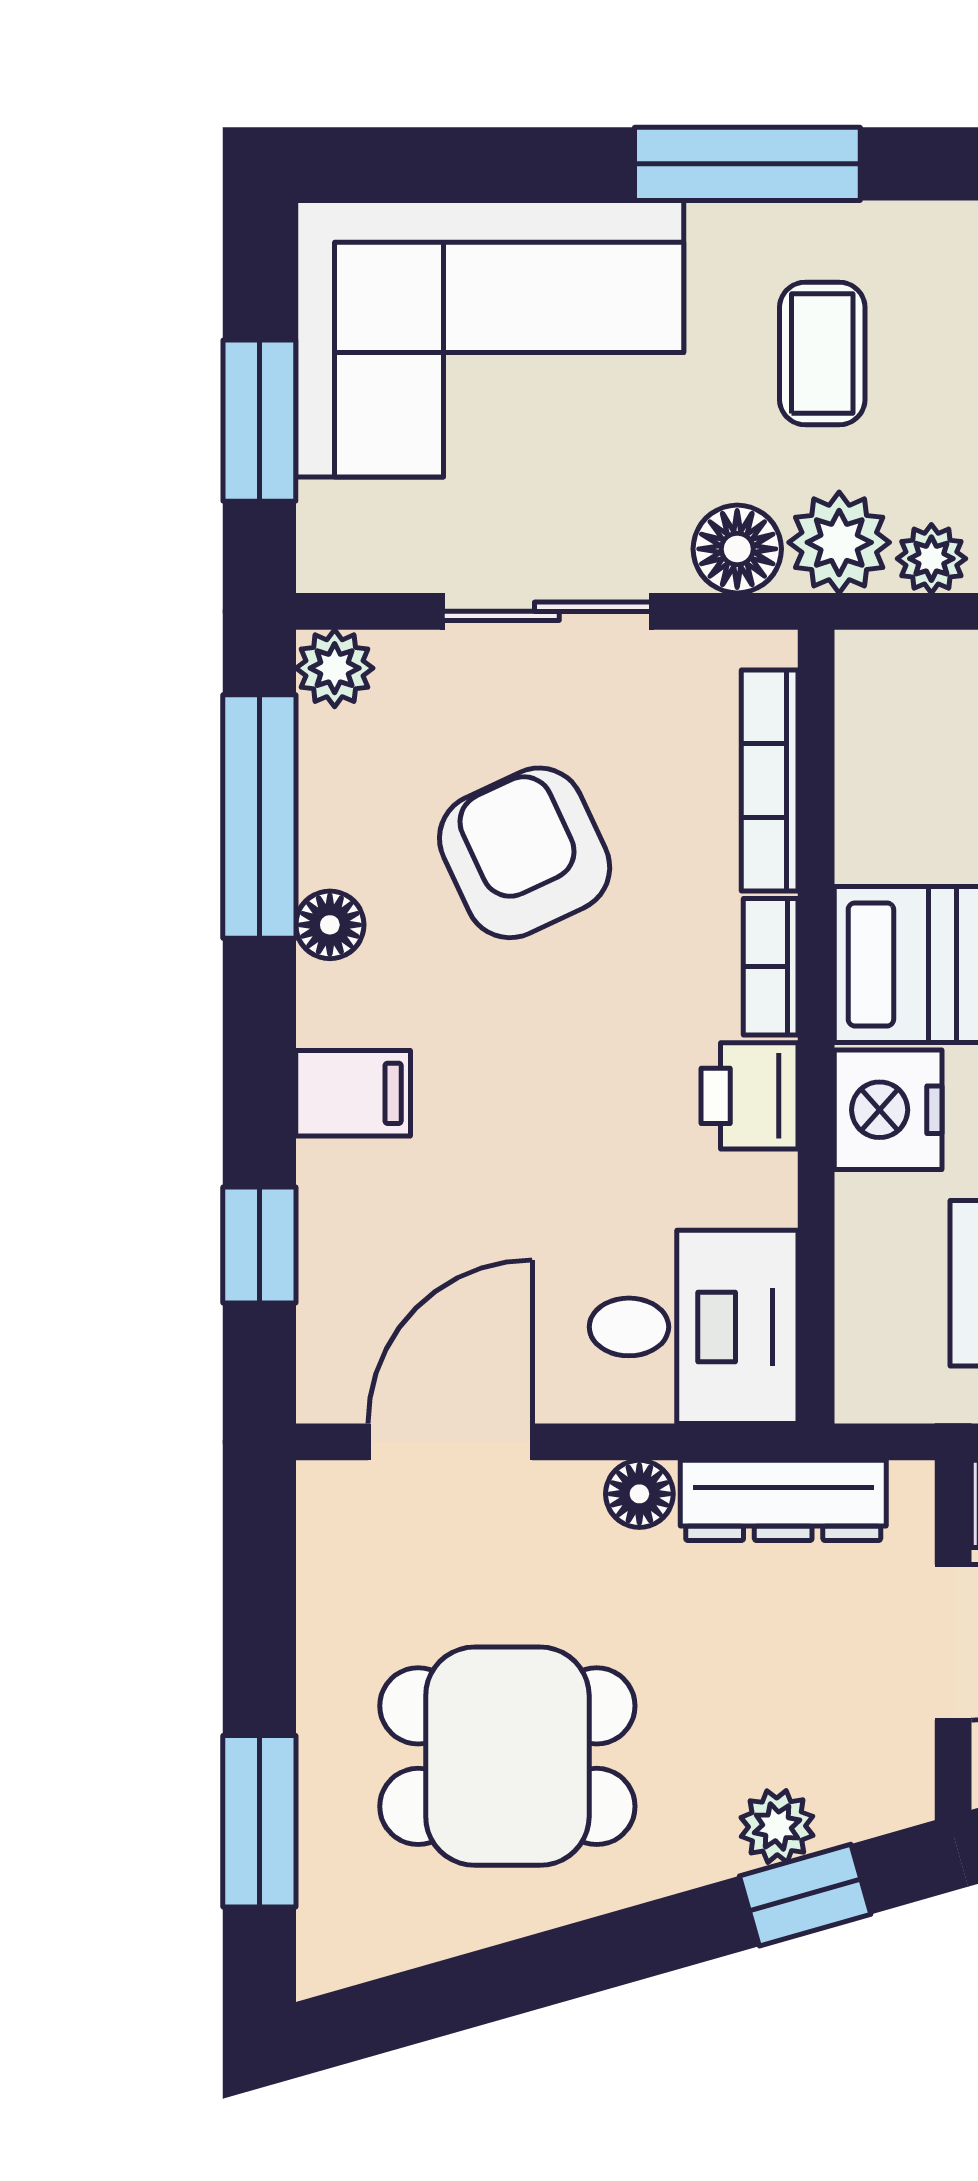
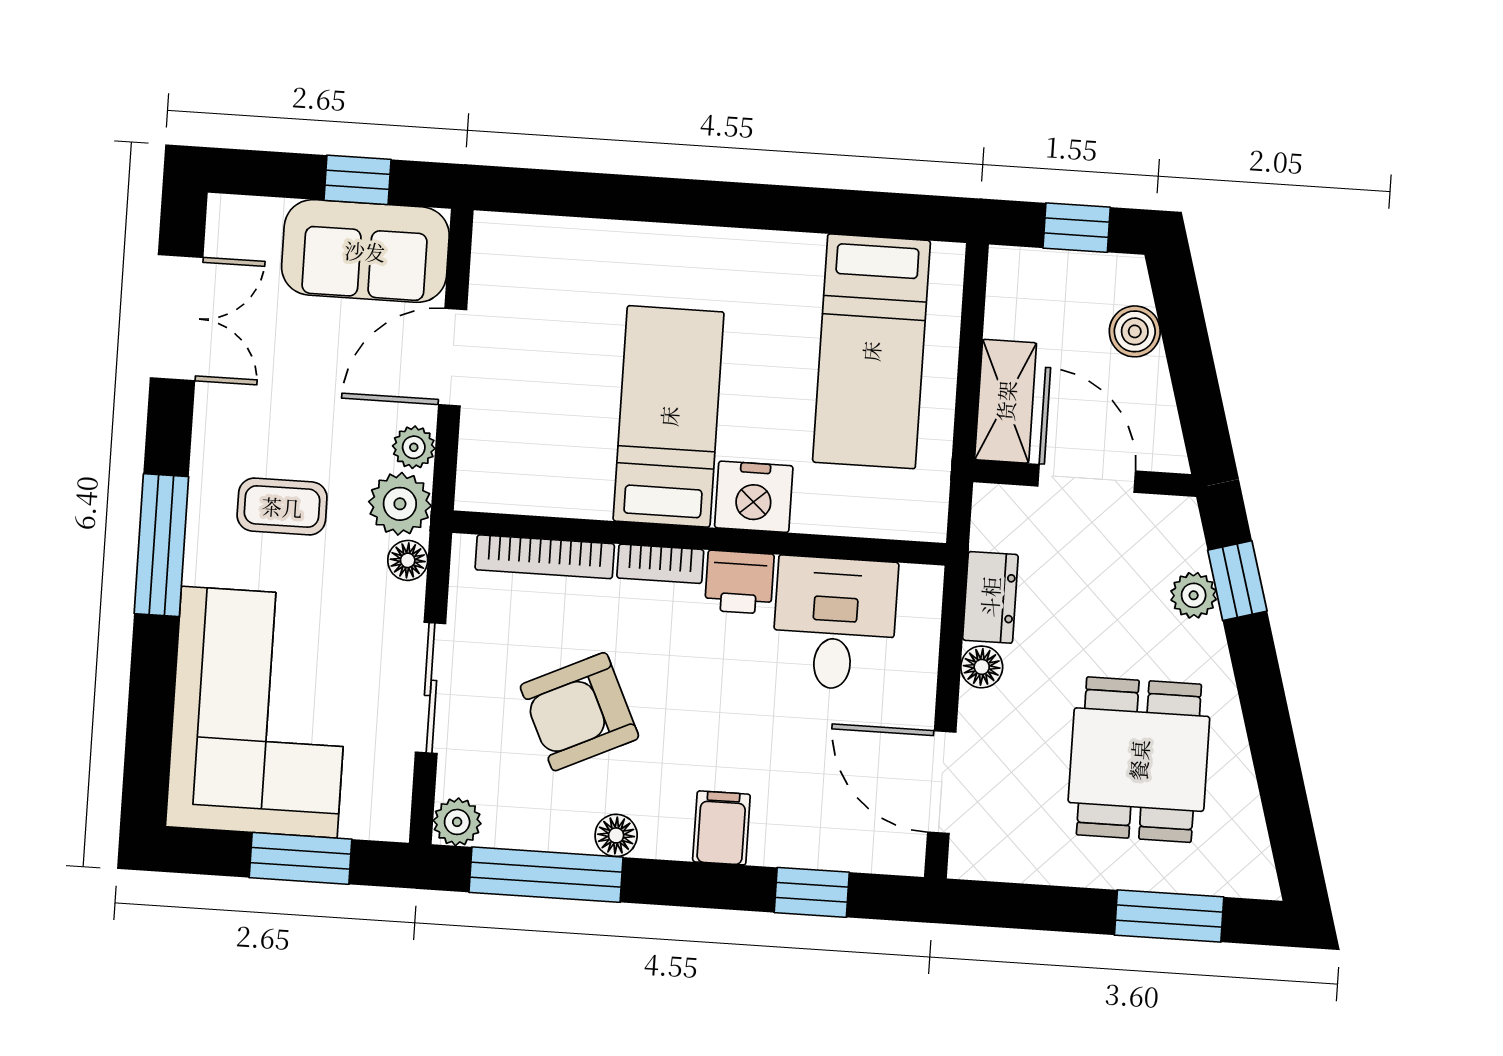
floor lamp: (737, 549) -> (408, 560), width x0.73, depth x0.73
desk: (694, 1327) -> (835, 623), moved
dresser: (783, 1500) -> (990, 597), width x0.70

